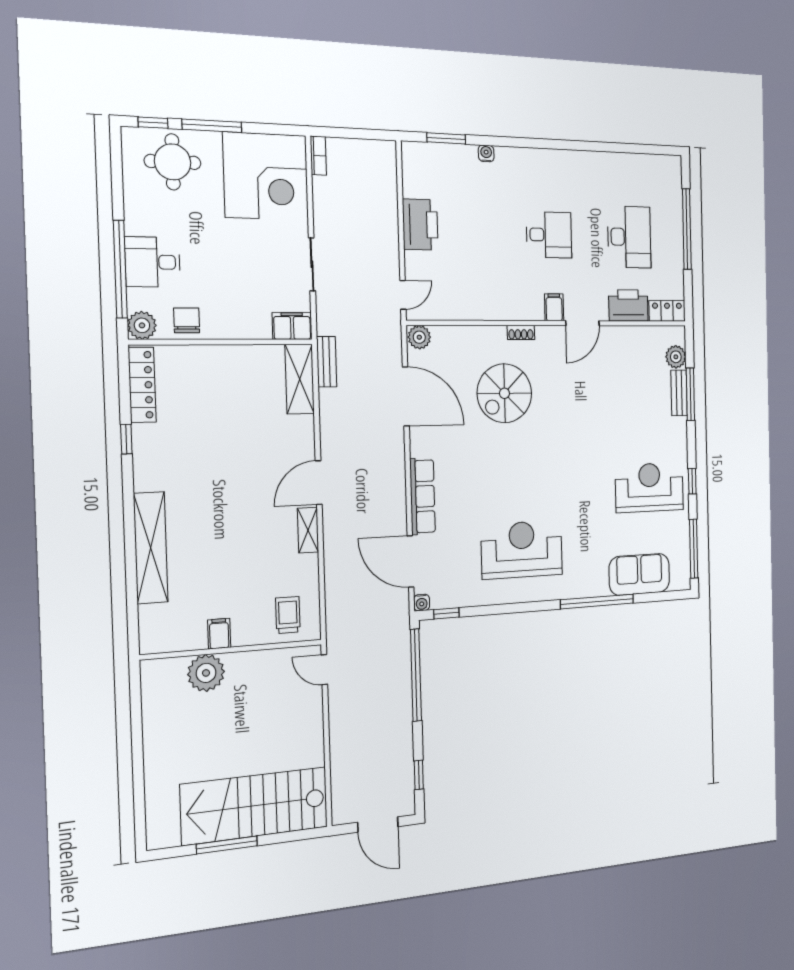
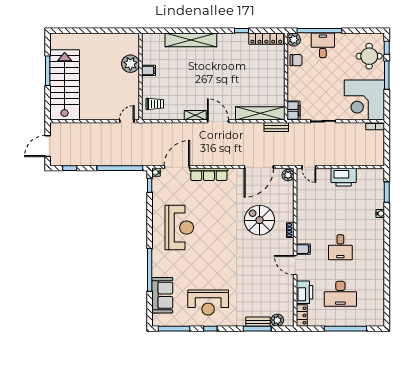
shelving: (300, 379) -> (260, 113), width x1.47
reception desk: (650, 488) -> (208, 302), turned 90

